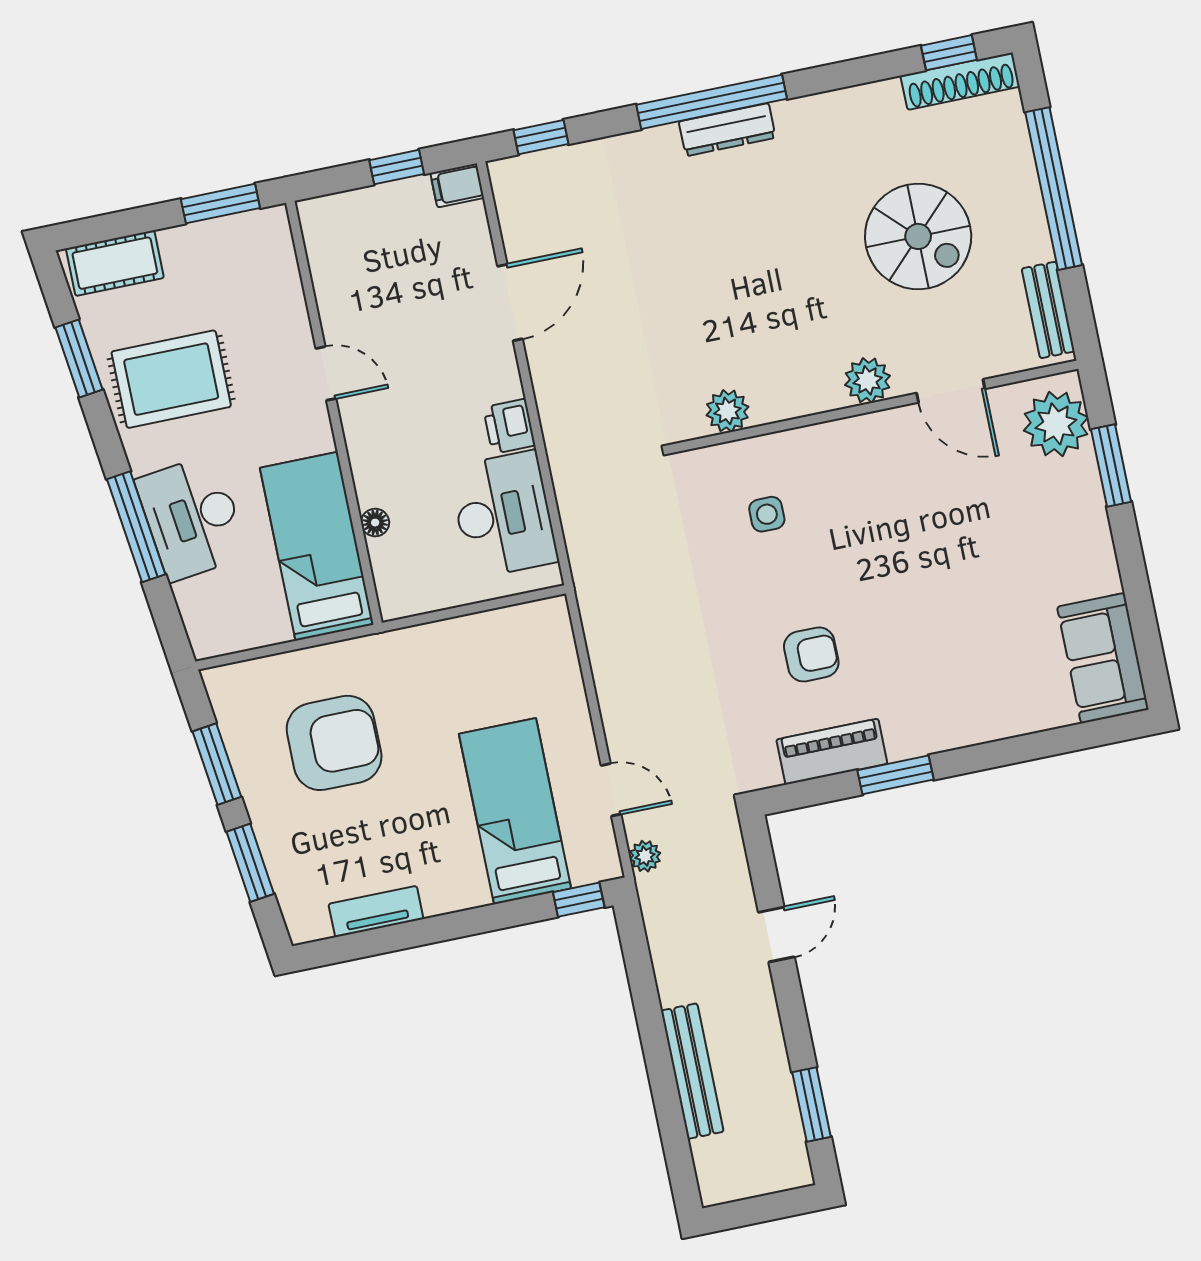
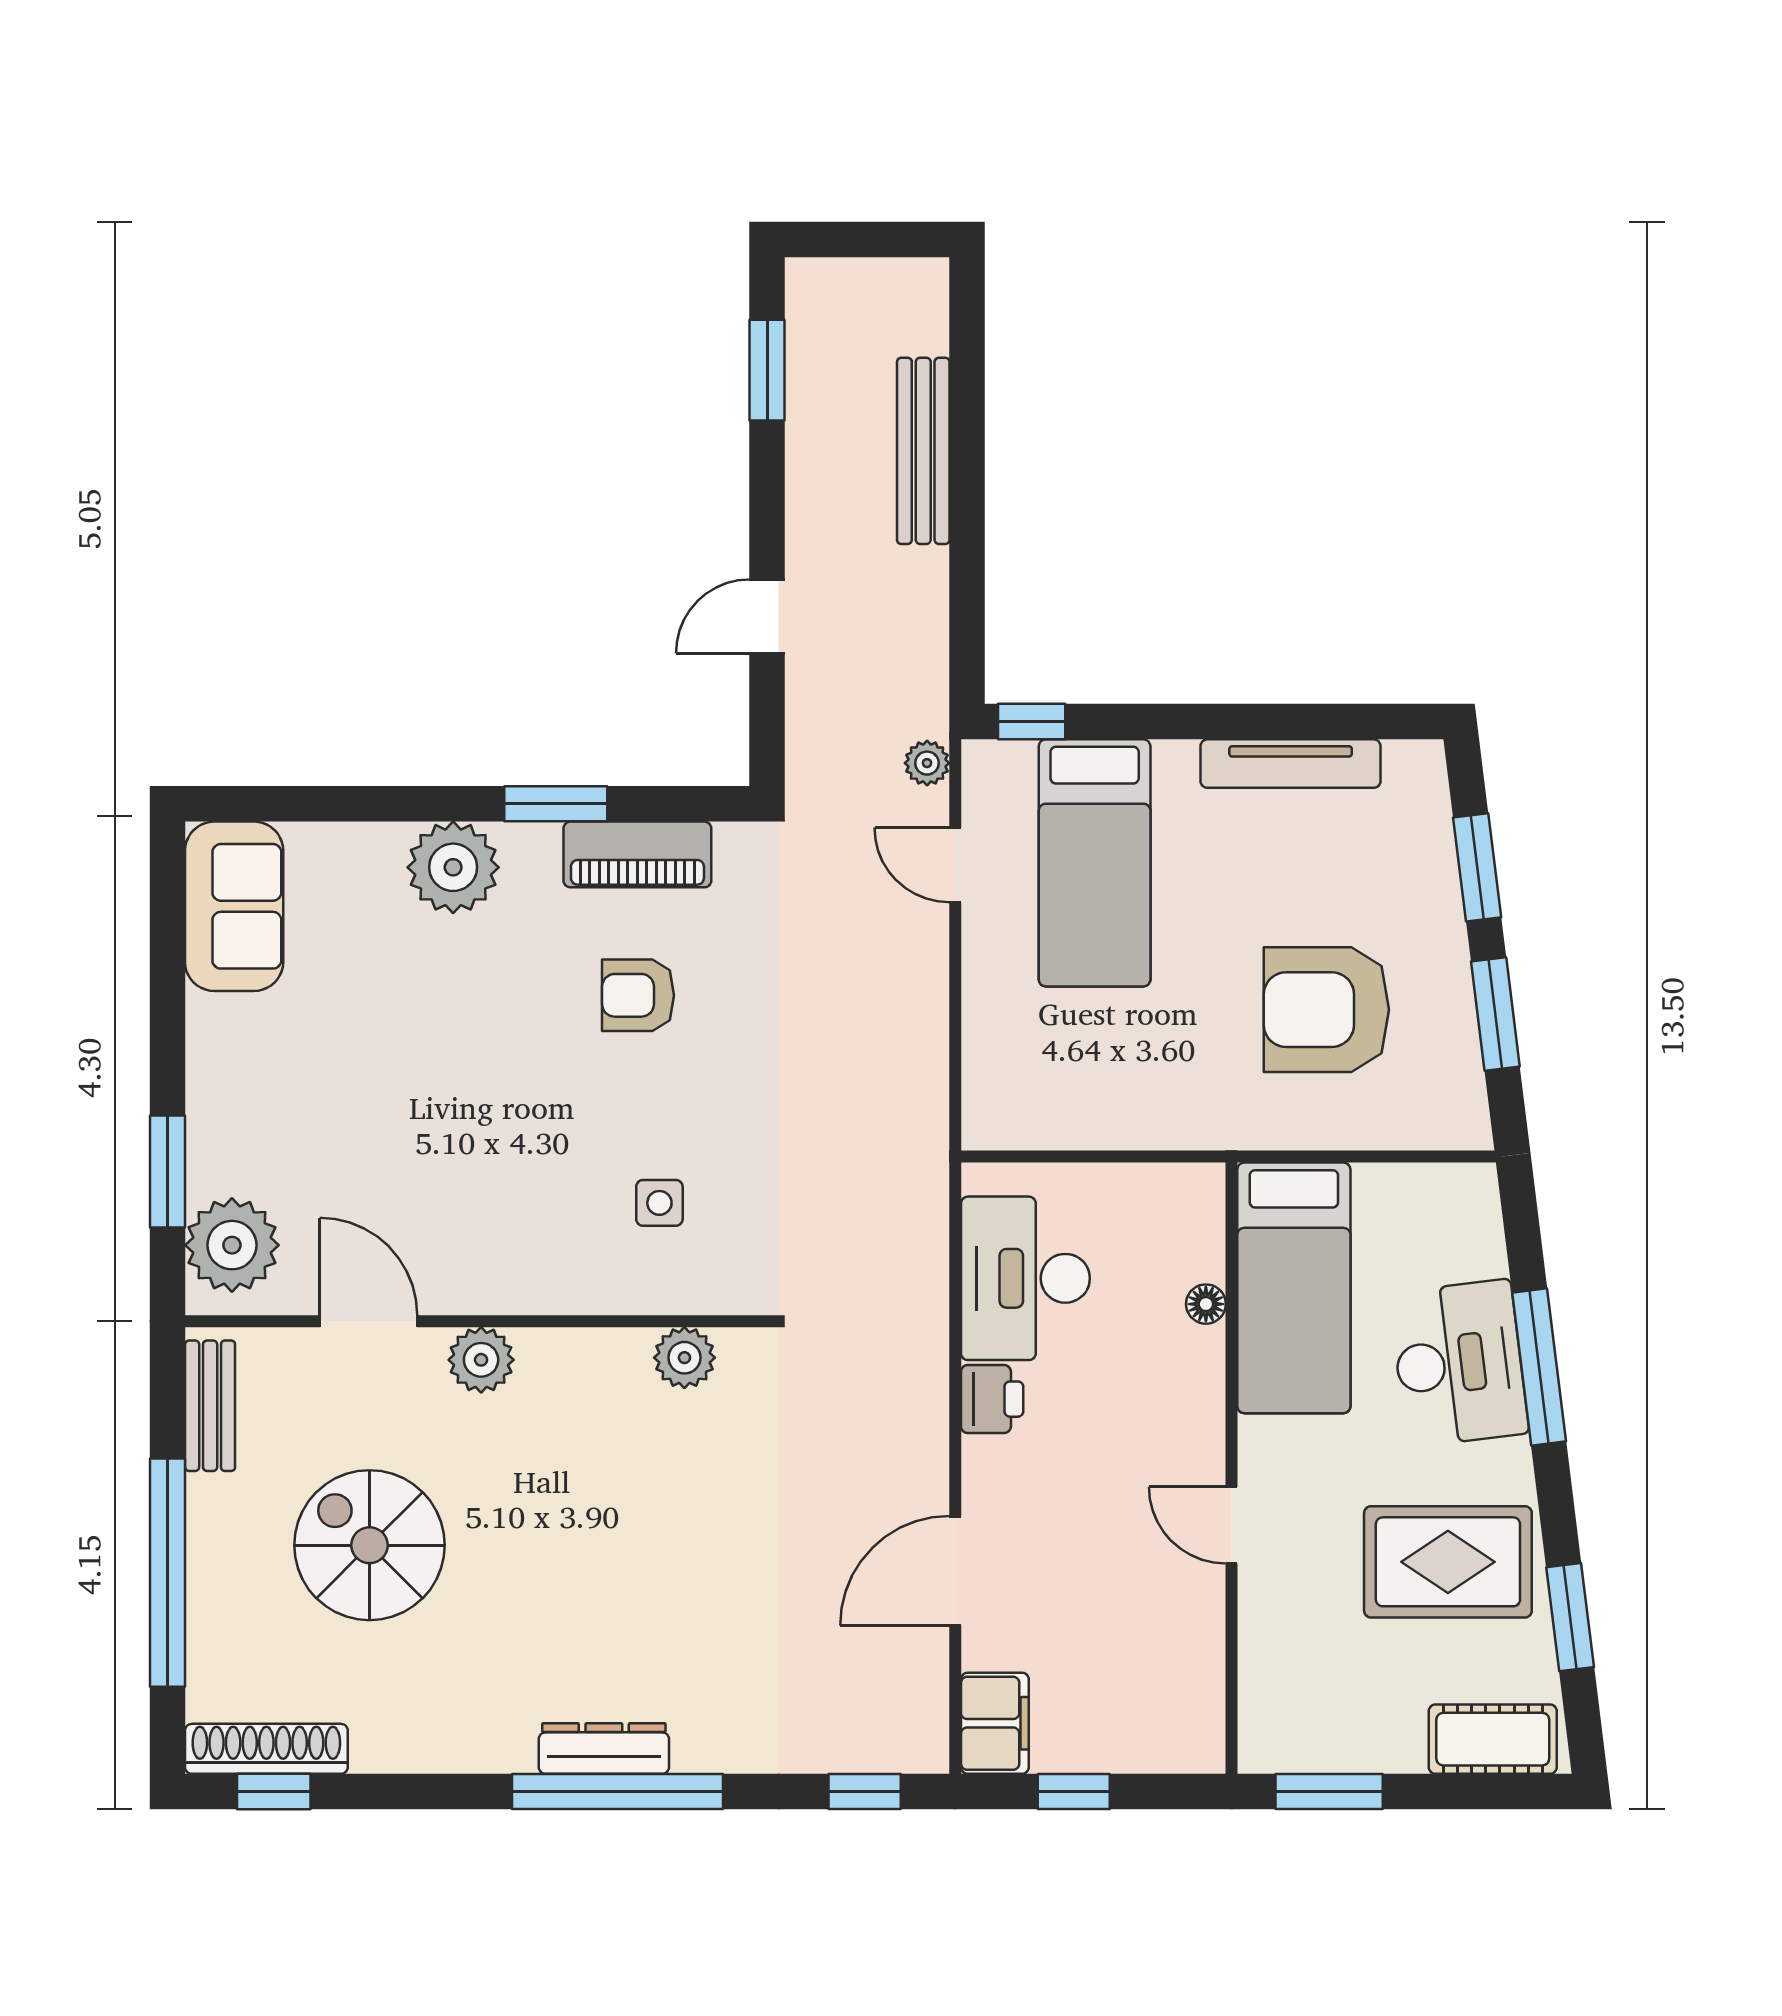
filing cabinet: (457, 185) -> (995, 1723), width x2.00
plant: (957, 716) -> (453, 867), added
tv unit: (376, 911) -> (1291, 764), width x1.41

